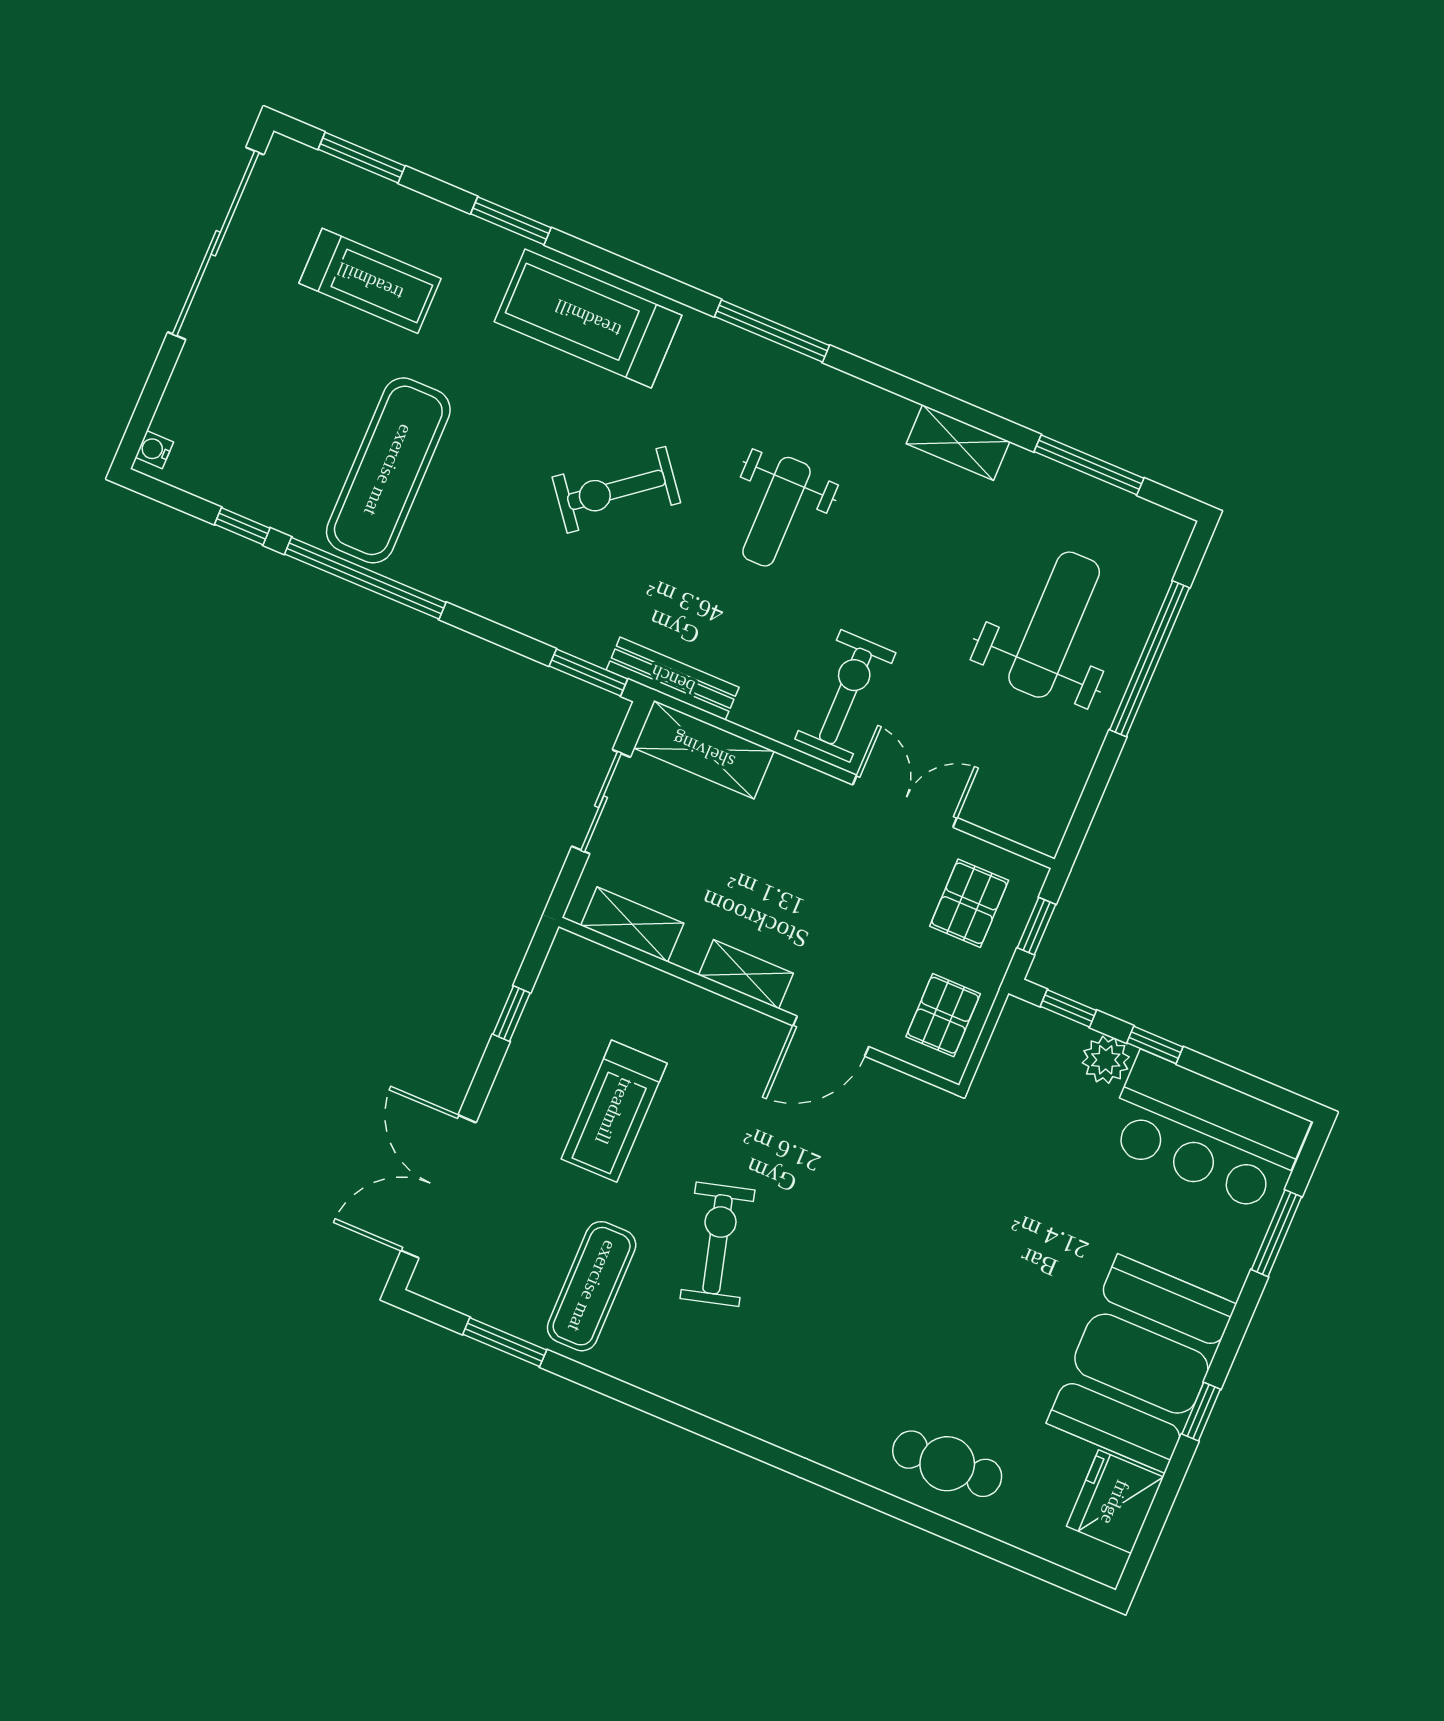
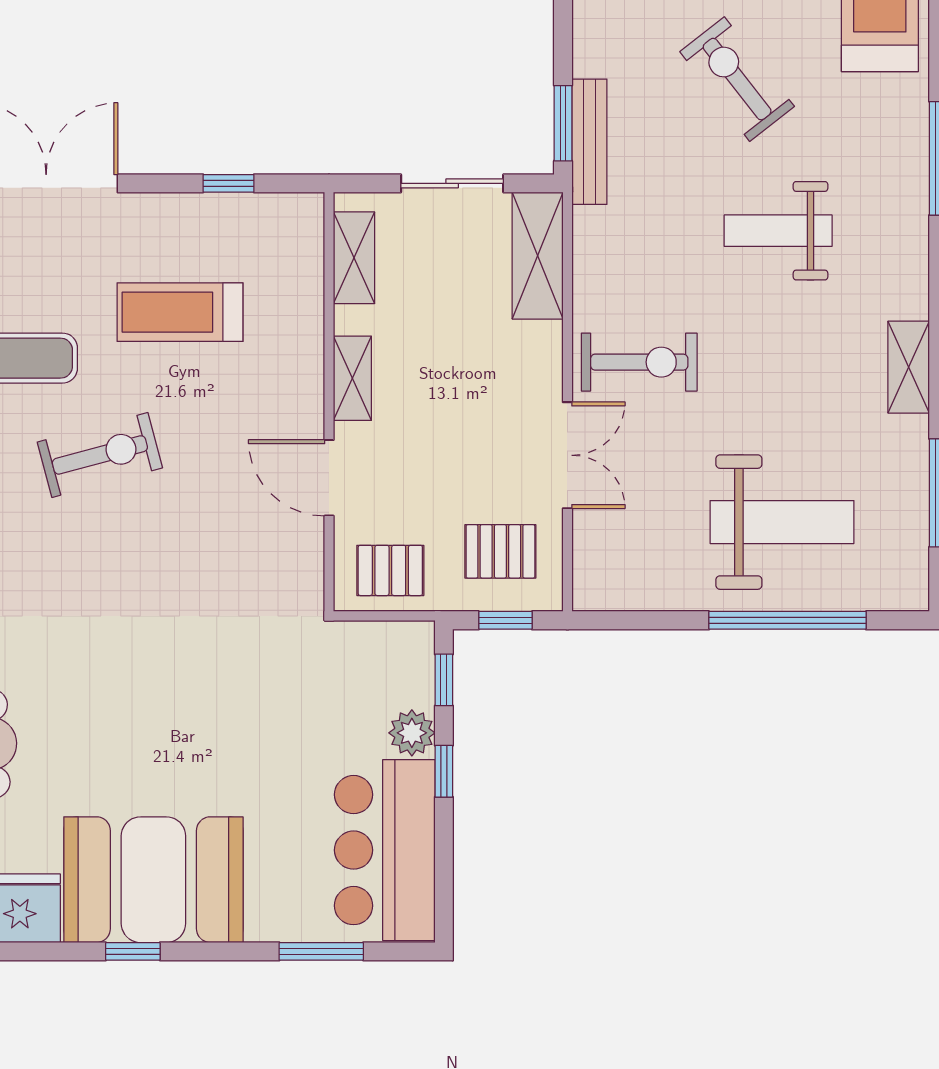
bench: (673, 679) -> (589, 142), moved

